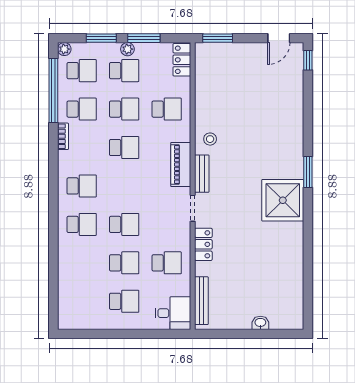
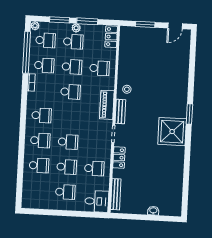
window: (218, 38) -> (145, 24), moved
window: (308, 60) -> (193, 41), removed
school desk: (82, 263) -> (39, 165), added

